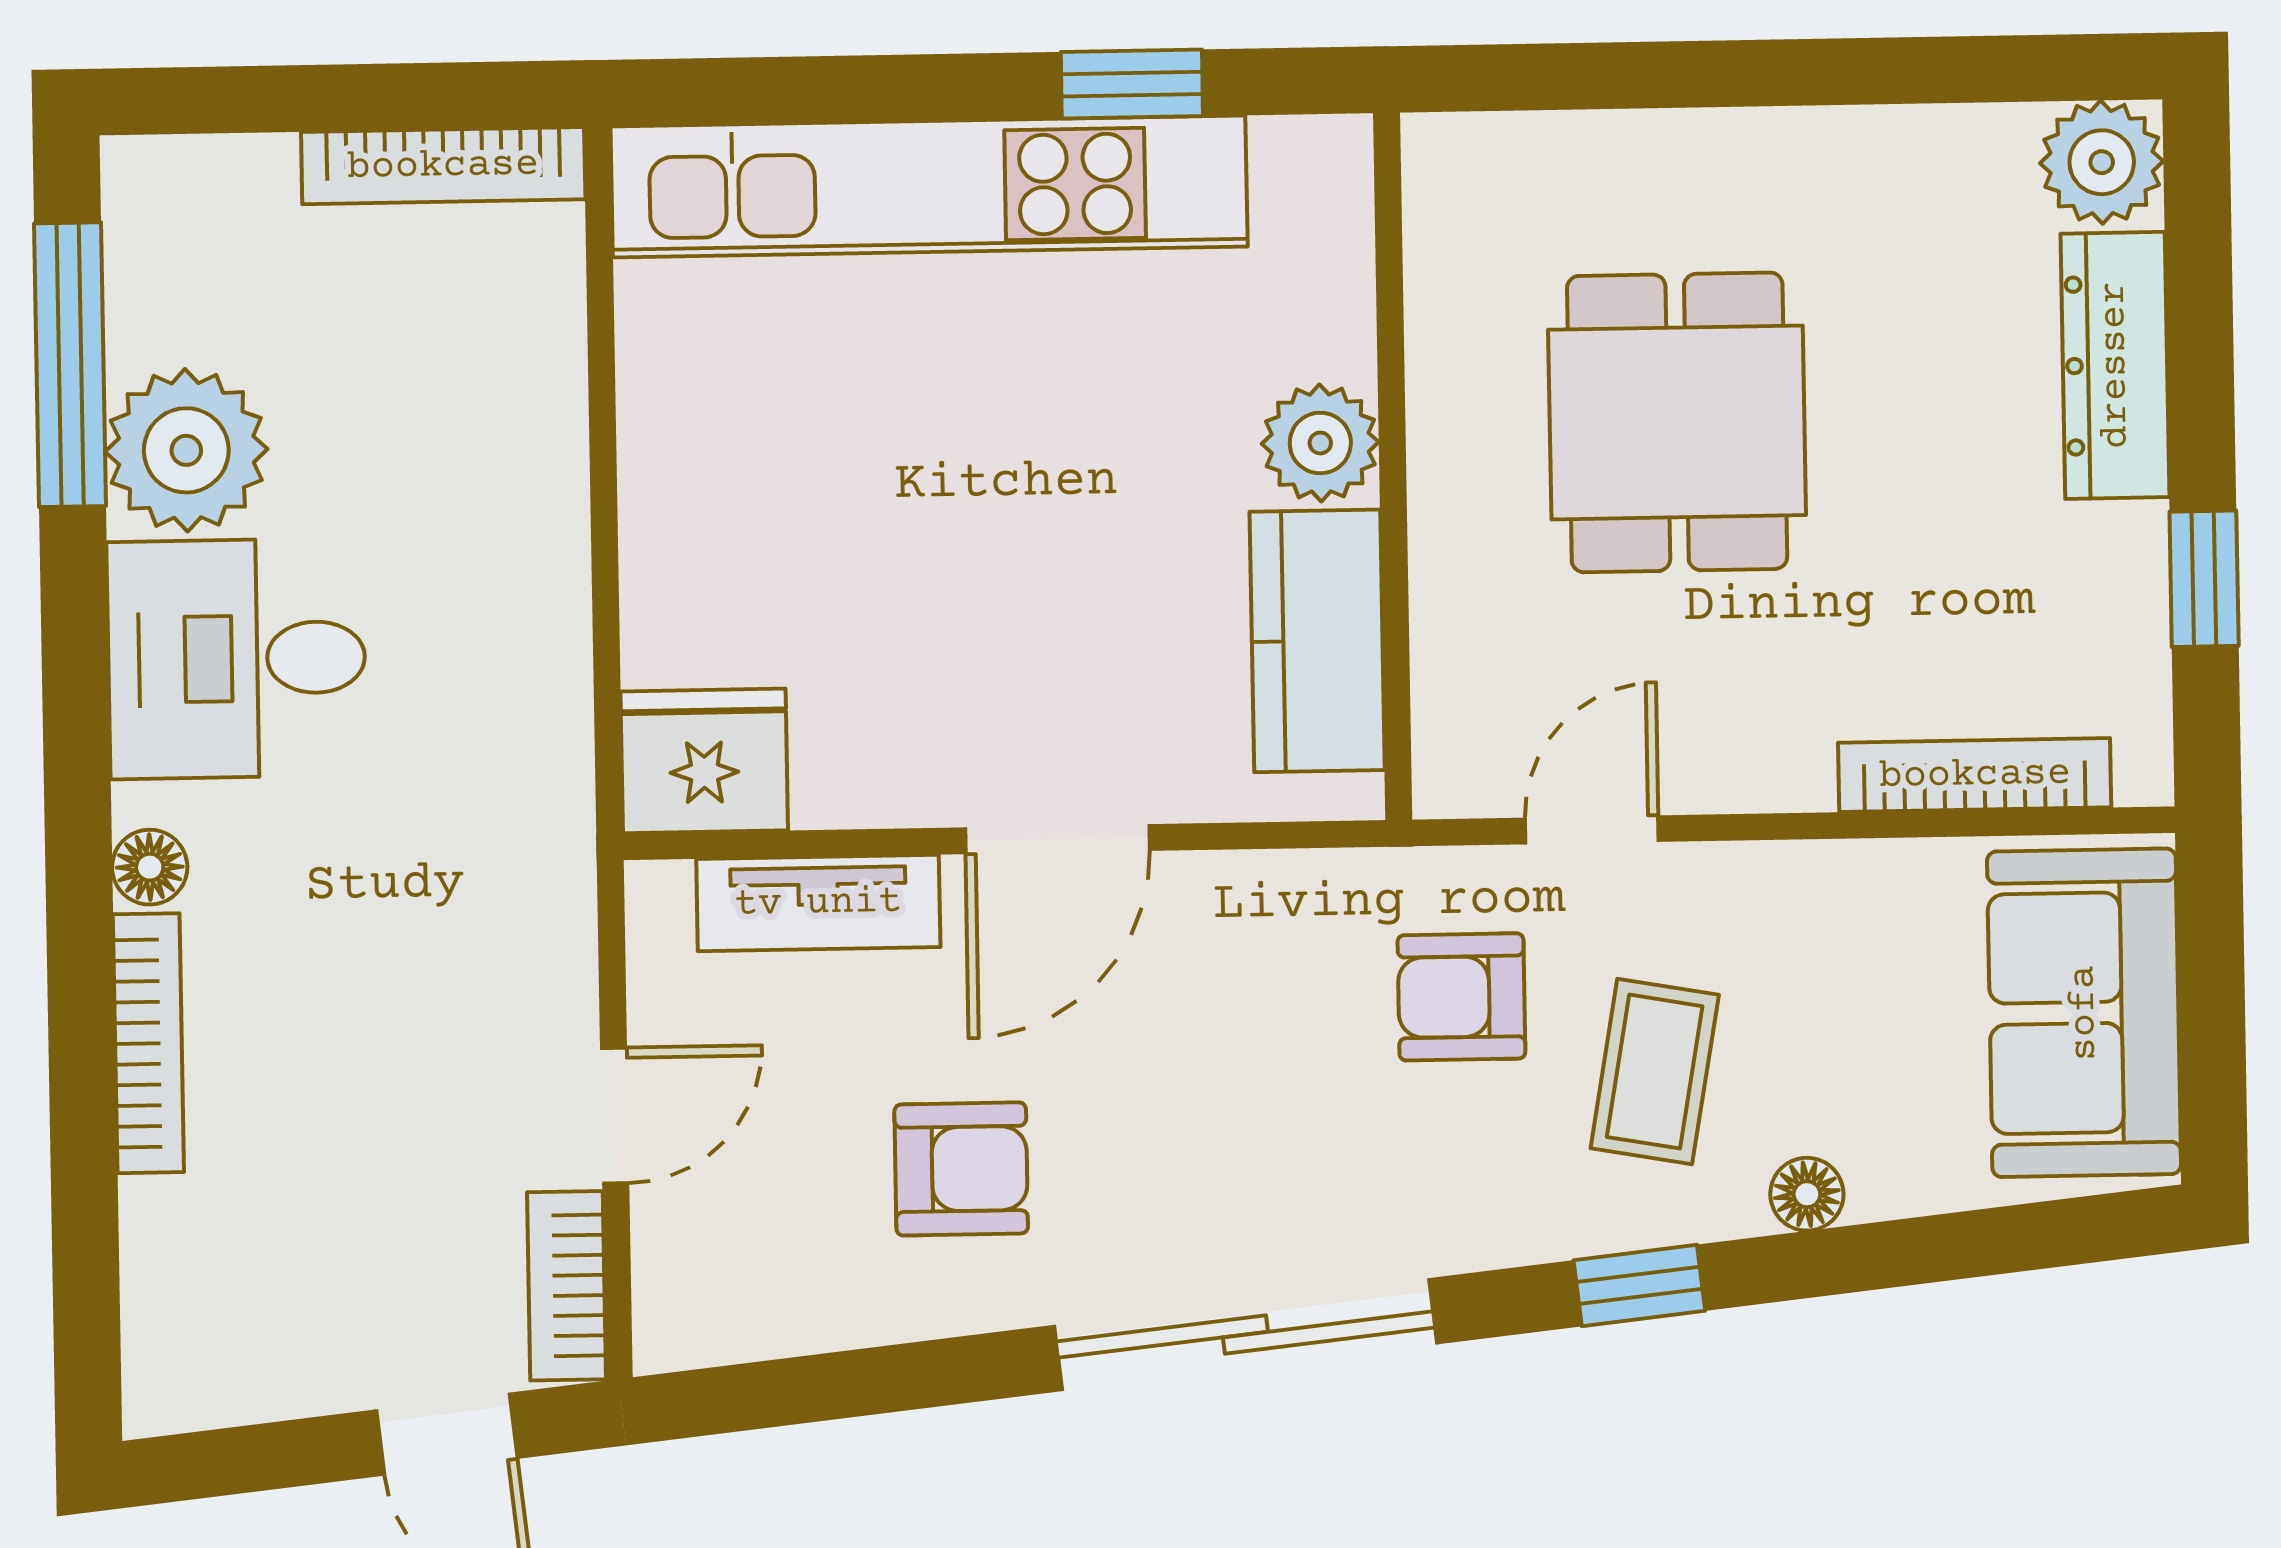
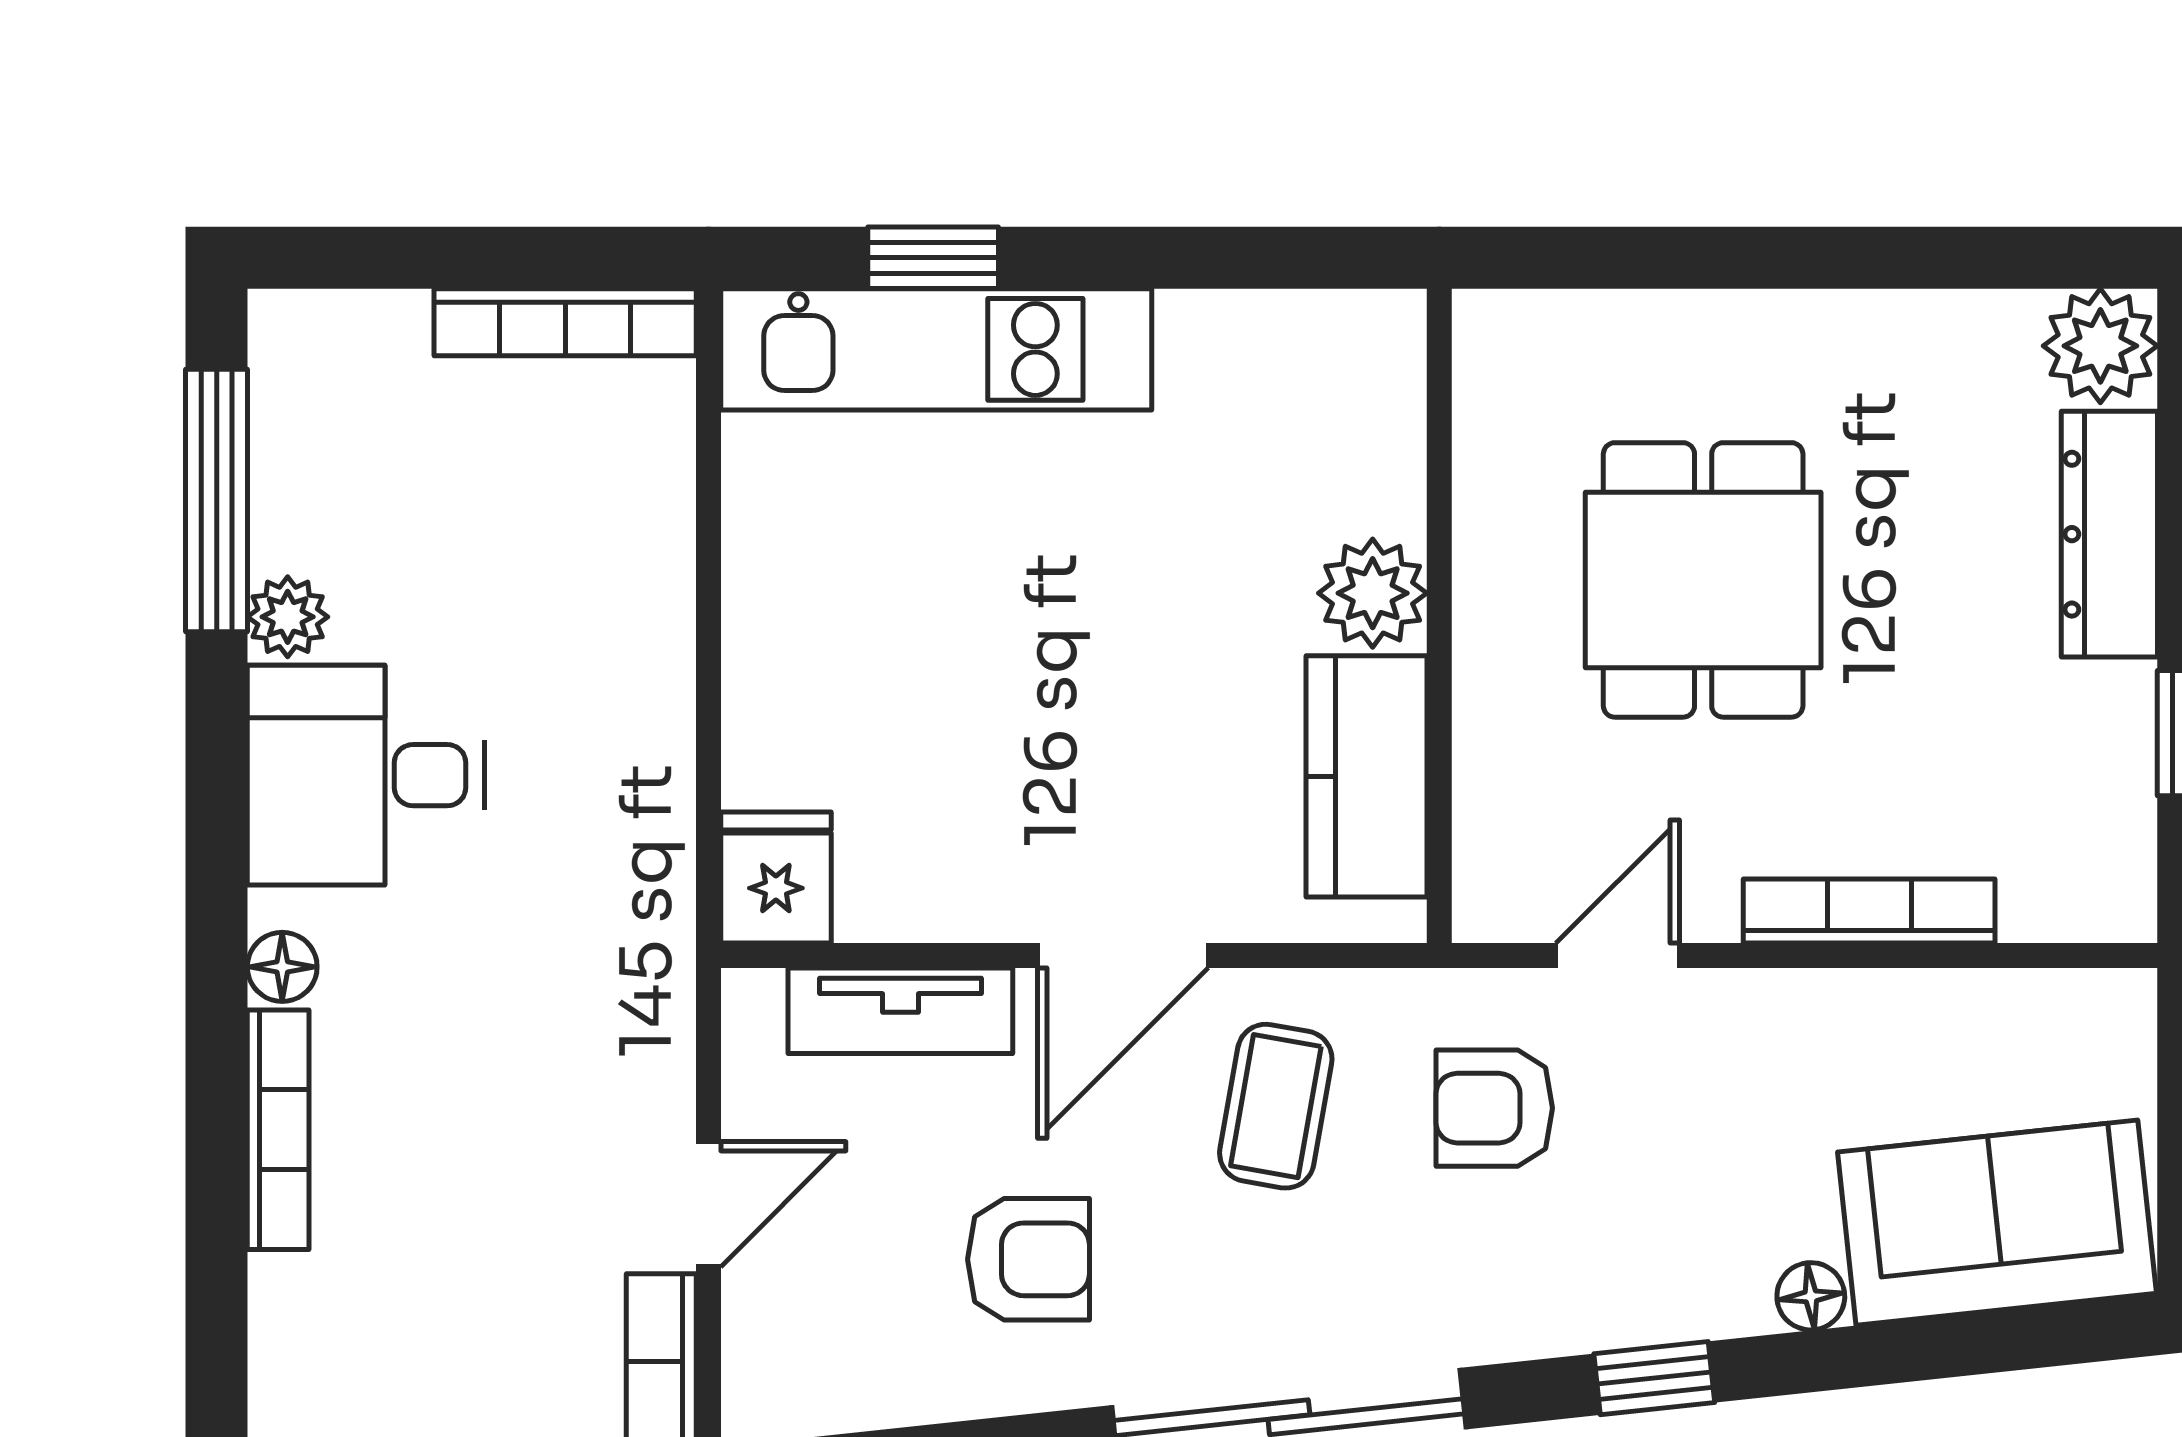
window: (1132, 84) -> (933, 258), moved
kitchen unit: (929, 187) -> (936, 349), width x0.73
plant: (186, 450) -> (288, 617), width x0.53, depth x0.53
fridge: (704, 761) -> (776, 877), width x0.72
bookcase: (1975, 775) -> (1869, 911), moved
sofa: (2084, 1013) -> (1997, 1223), moved, turned 84
coffee table: (1655, 1072) -> (1276, 1106), moved

